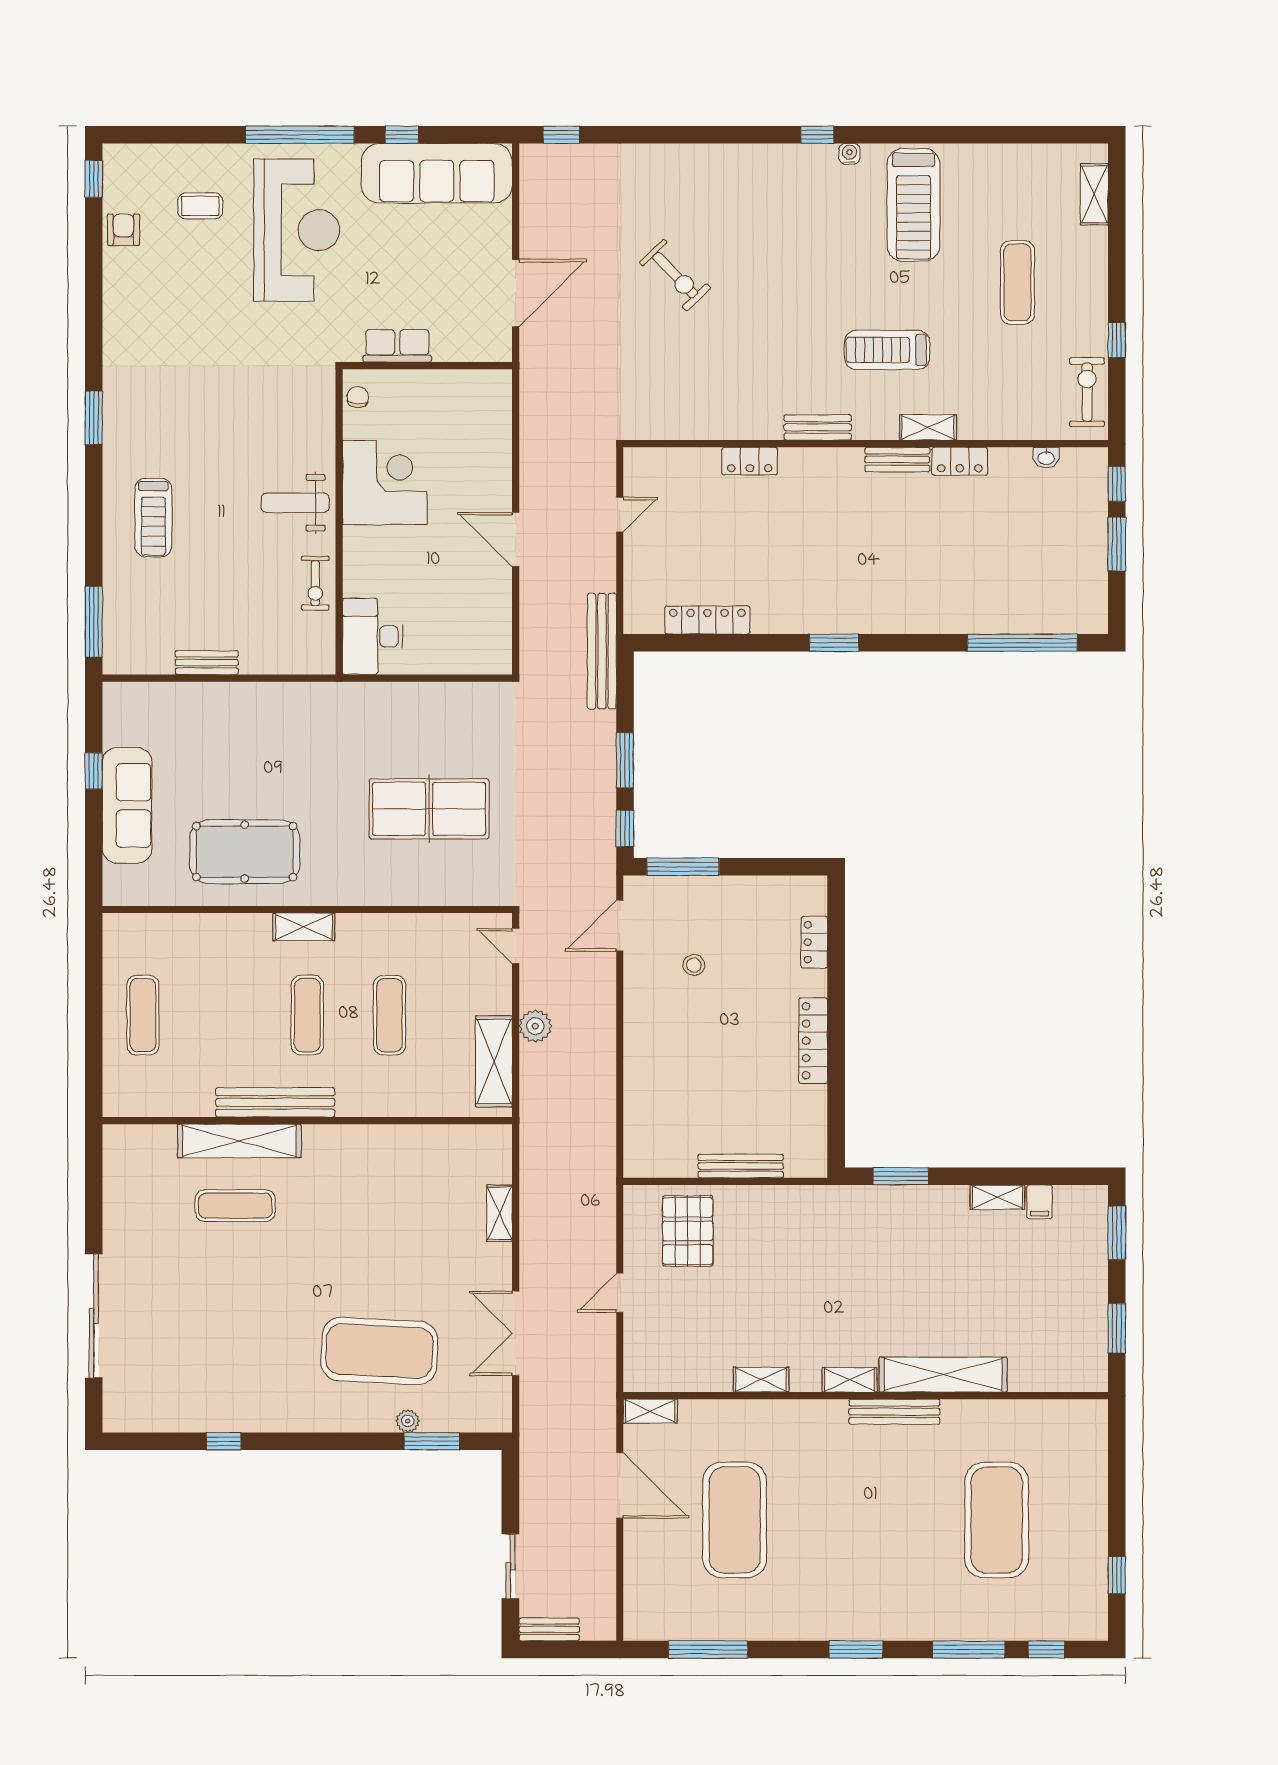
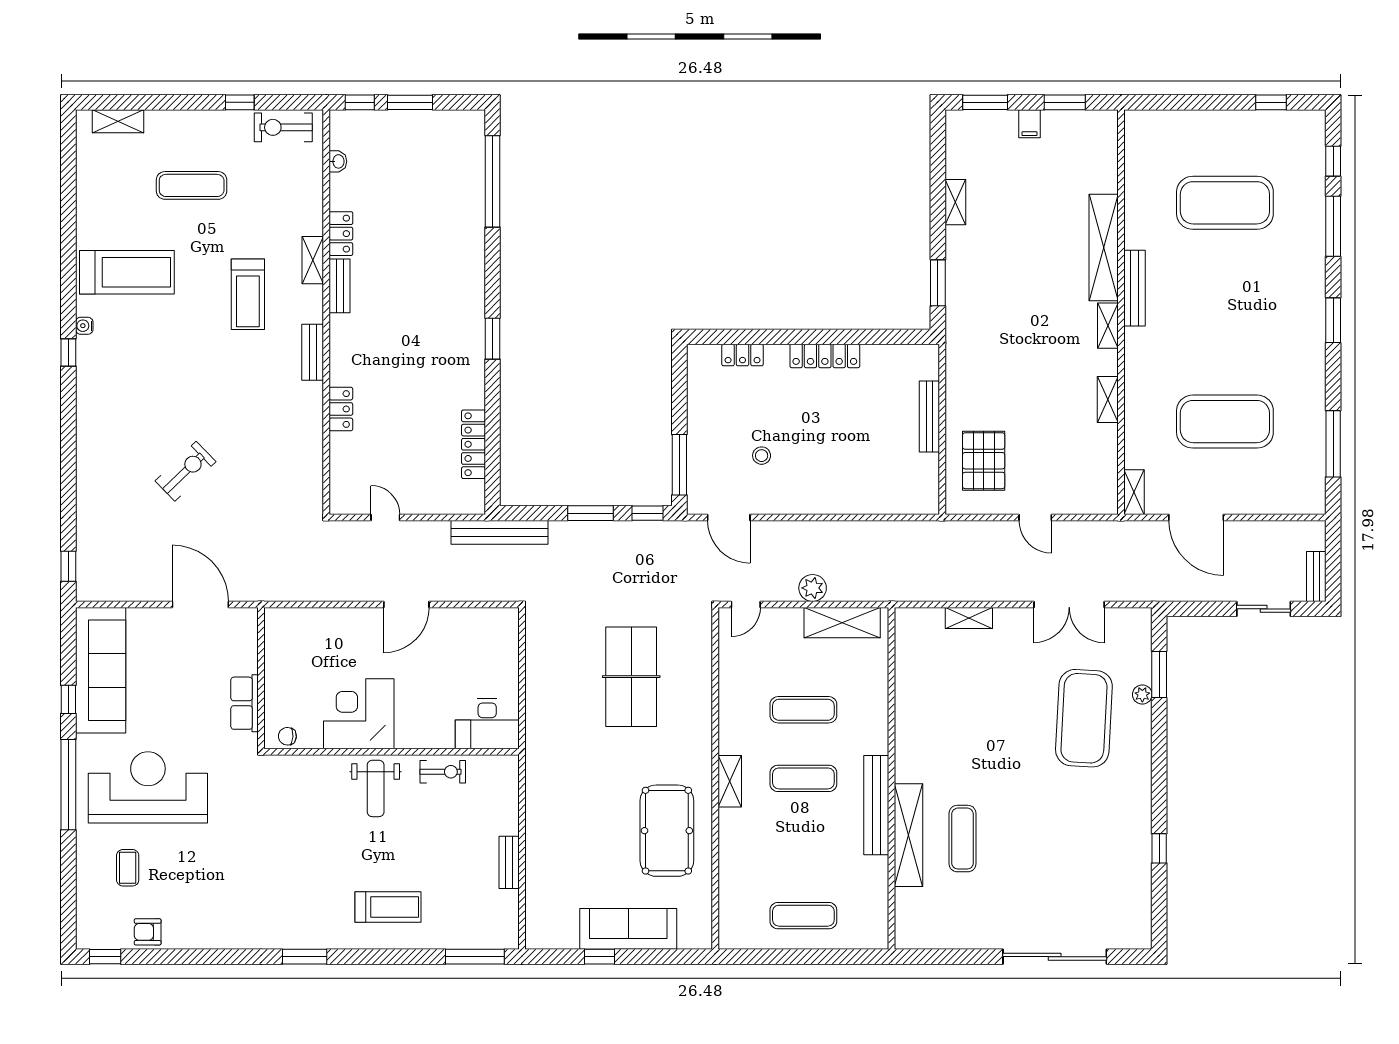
filing cabinet: (1040, 1202) -> (1029, 124), moved, turned 90
pallet: (688, 1231) -> (984, 461), turned 90
door: (620, 1485) -> (1196, 518), swing flipped

